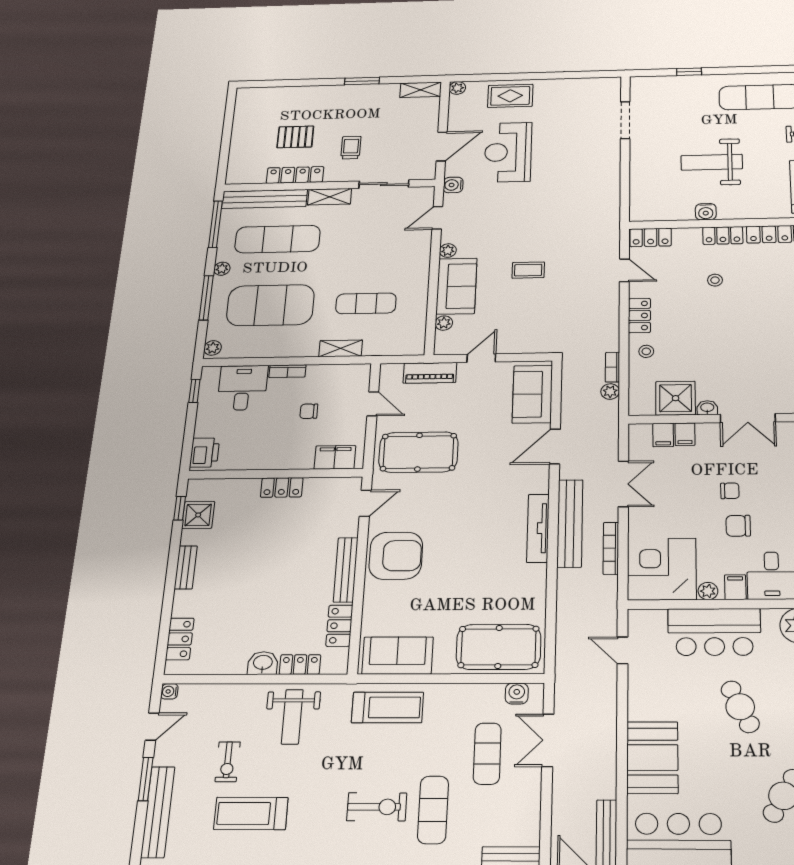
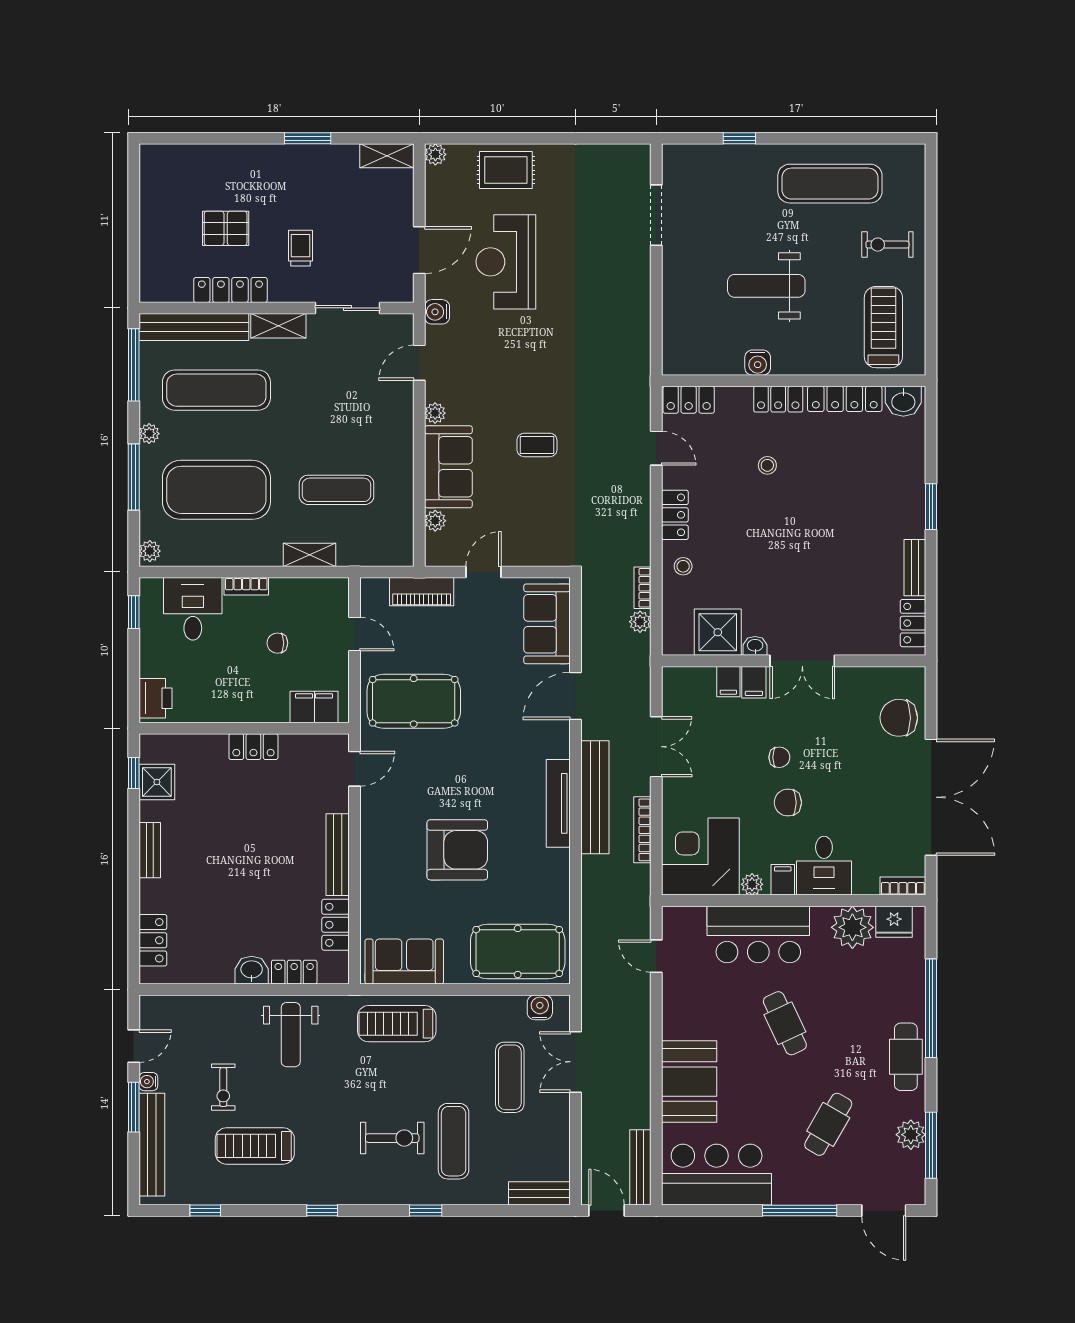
filing cabinet: (663, 435) -> (754, 682), moved
armchair: (396, 556) -> (457, 850), moved
water cooler: (169, 691) -> (148, 1082), moved
treadmill: (388, 707) -> (397, 1024), turned 180

